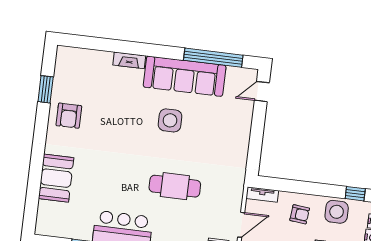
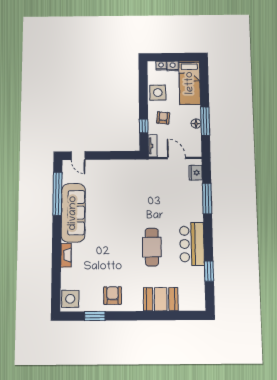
armchair: (69, 116) -> (113, 296), turned -90
side table: (170, 120) -> (70, 299), moved
cafe table: (175, 186) -> (152, 247), moved
window: (355, 194) -> (144, 126), moved

